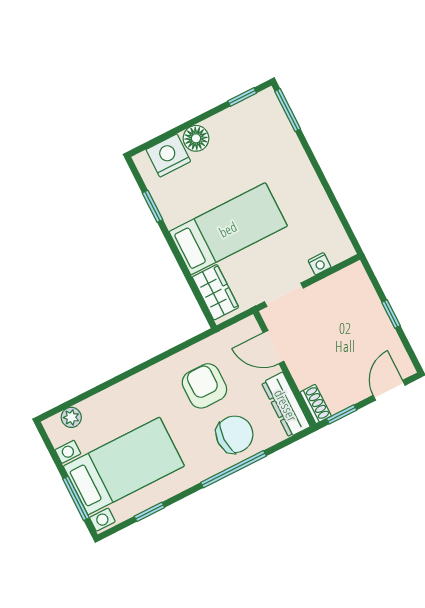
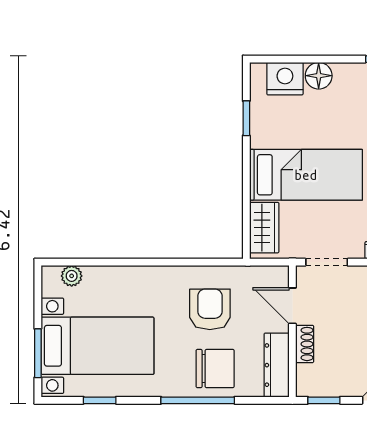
shoe rack: (316, 404) -> (305, 344), moved

